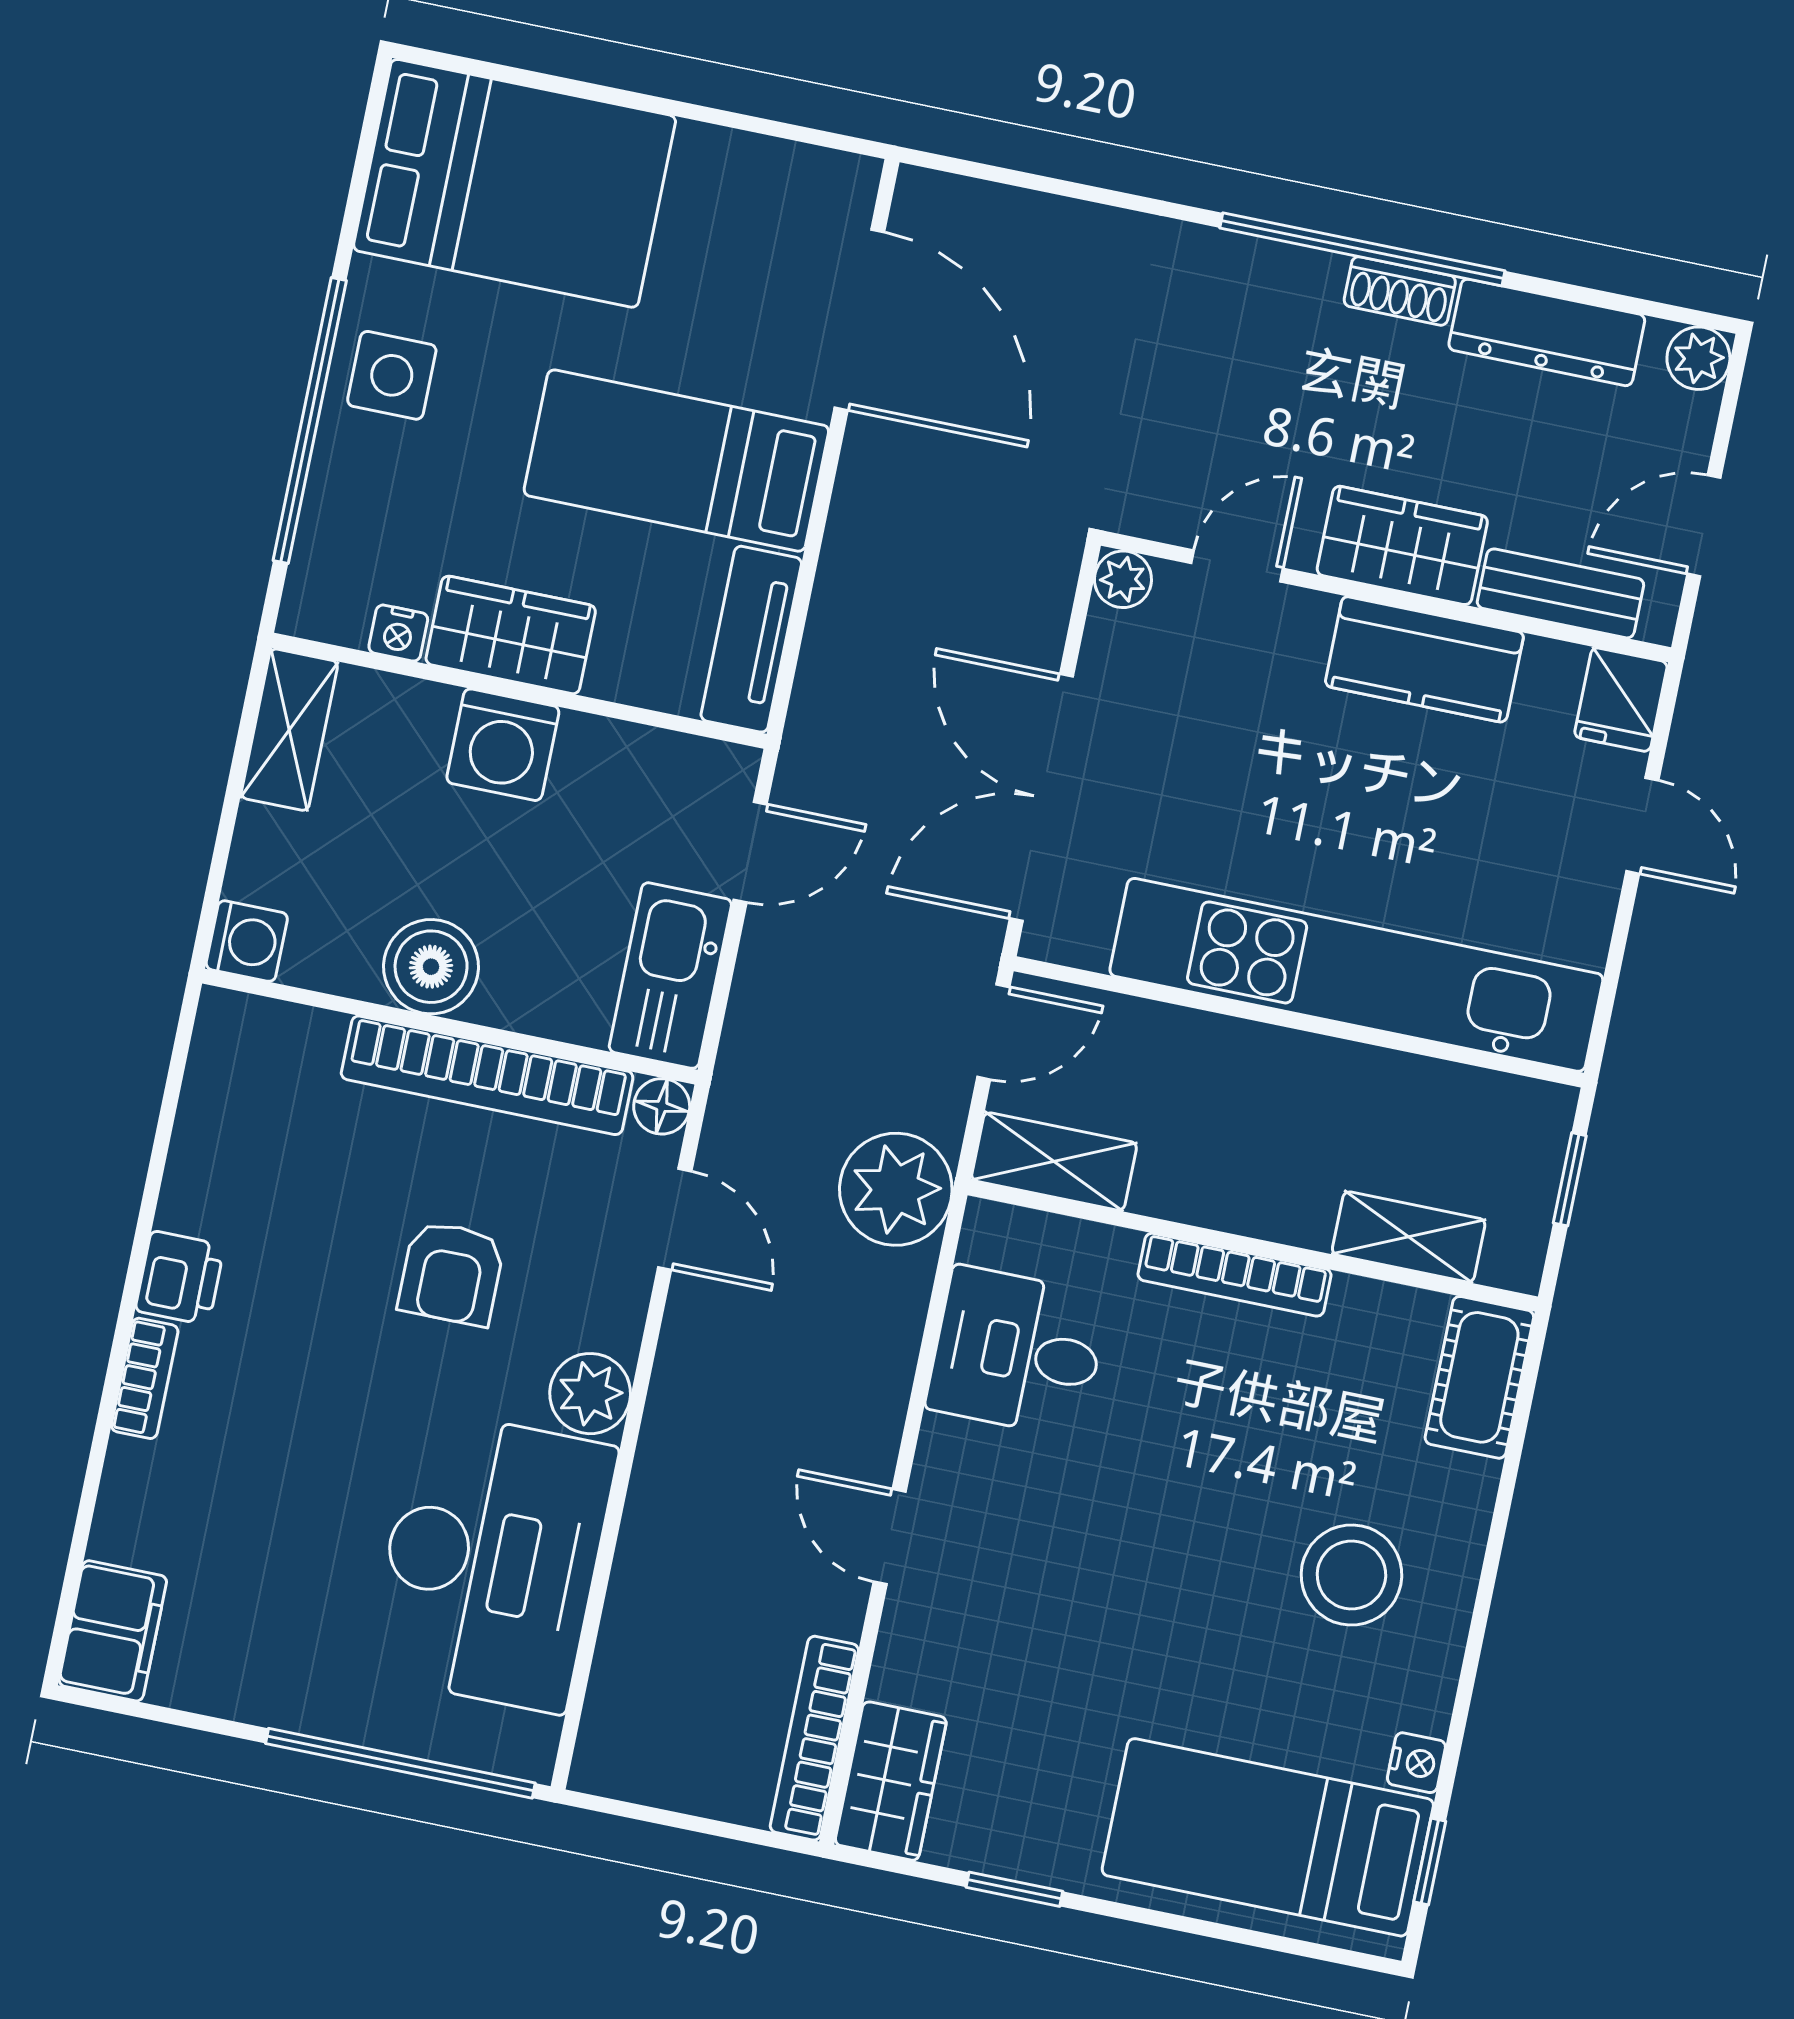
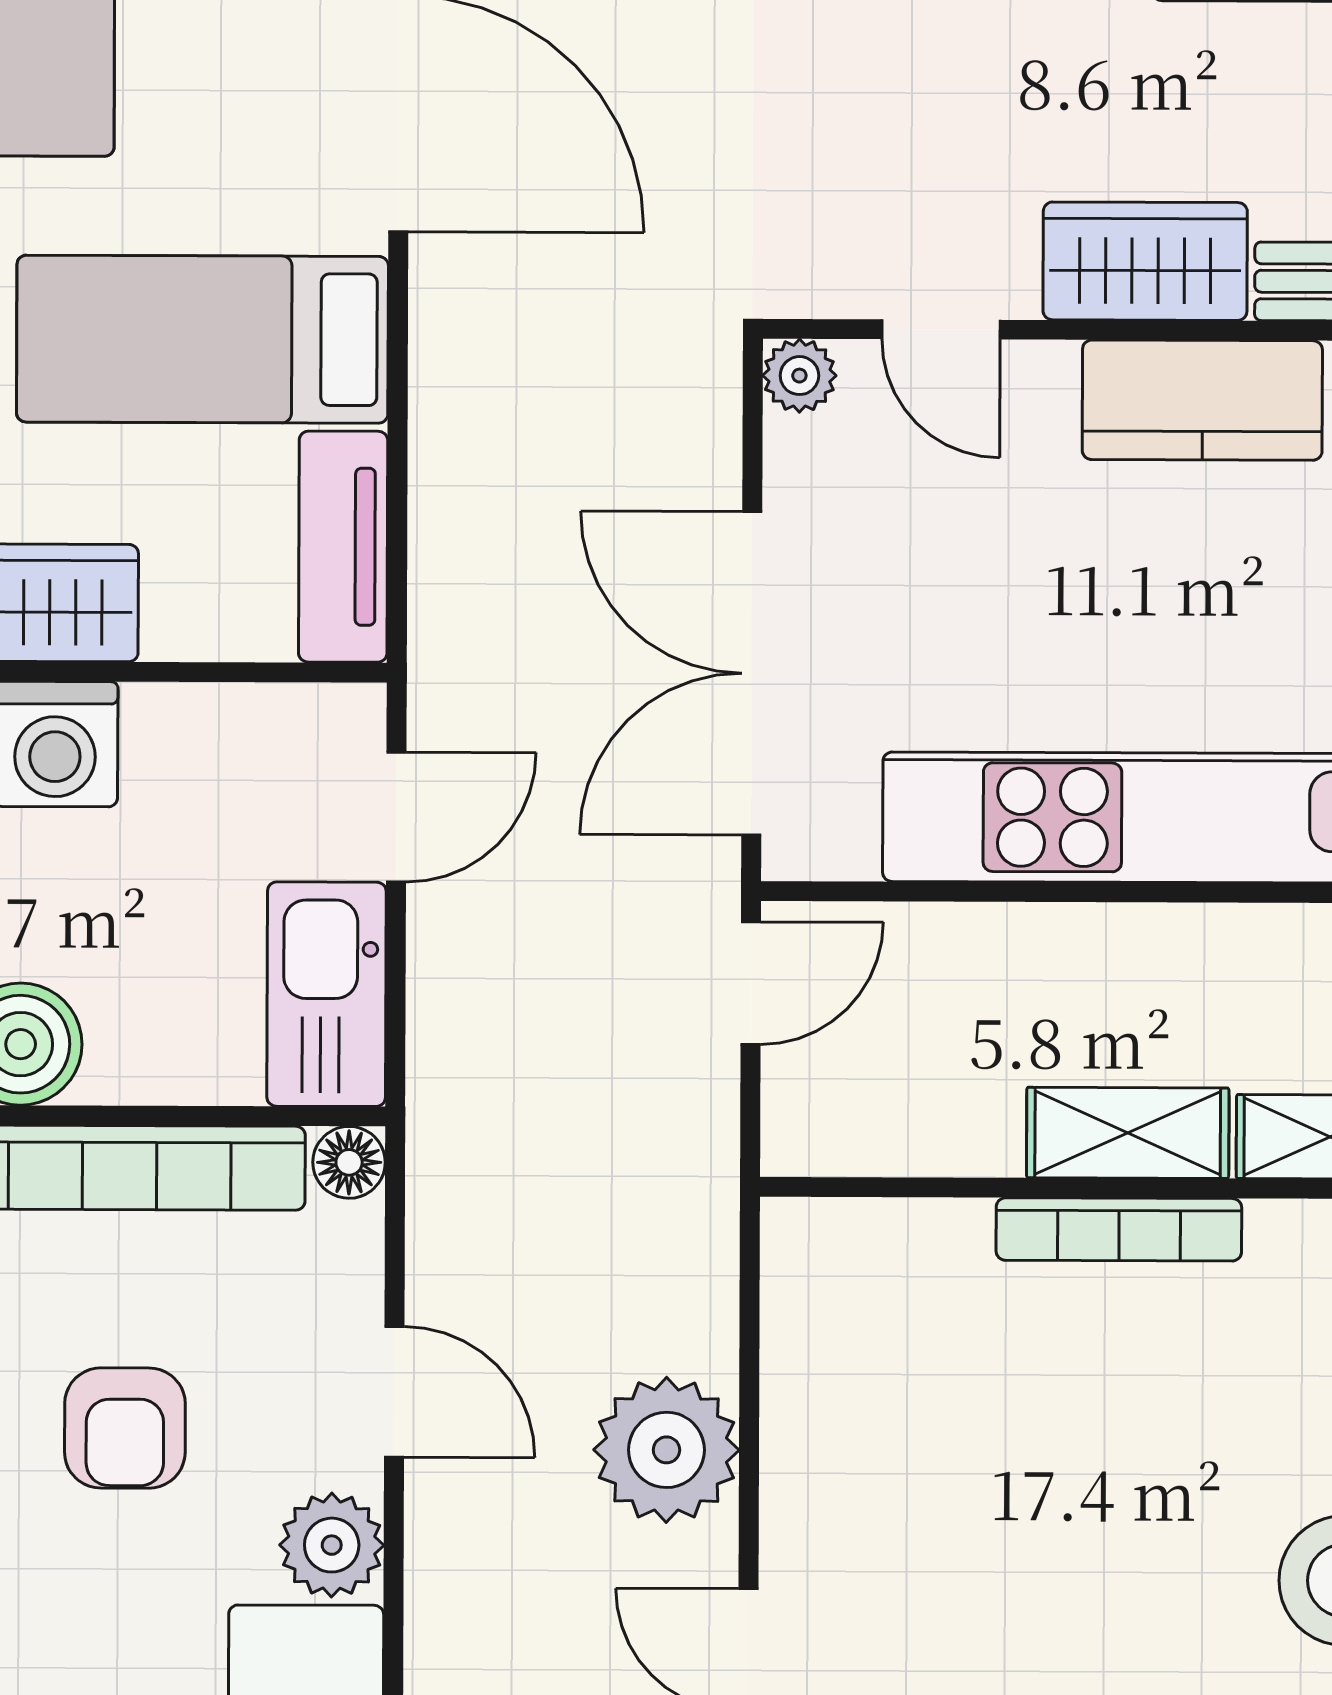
door: (1237, 566) -> (941, 329), swing flipped
shelving: (1054, 1162) -> (1128, 1133), moved
plant: (896, 1189) -> (666, 1450), moved
door: (675, 1219) -> (394, 1392), moved
desk: (1017, 1352) -> (863, 1383), removed

